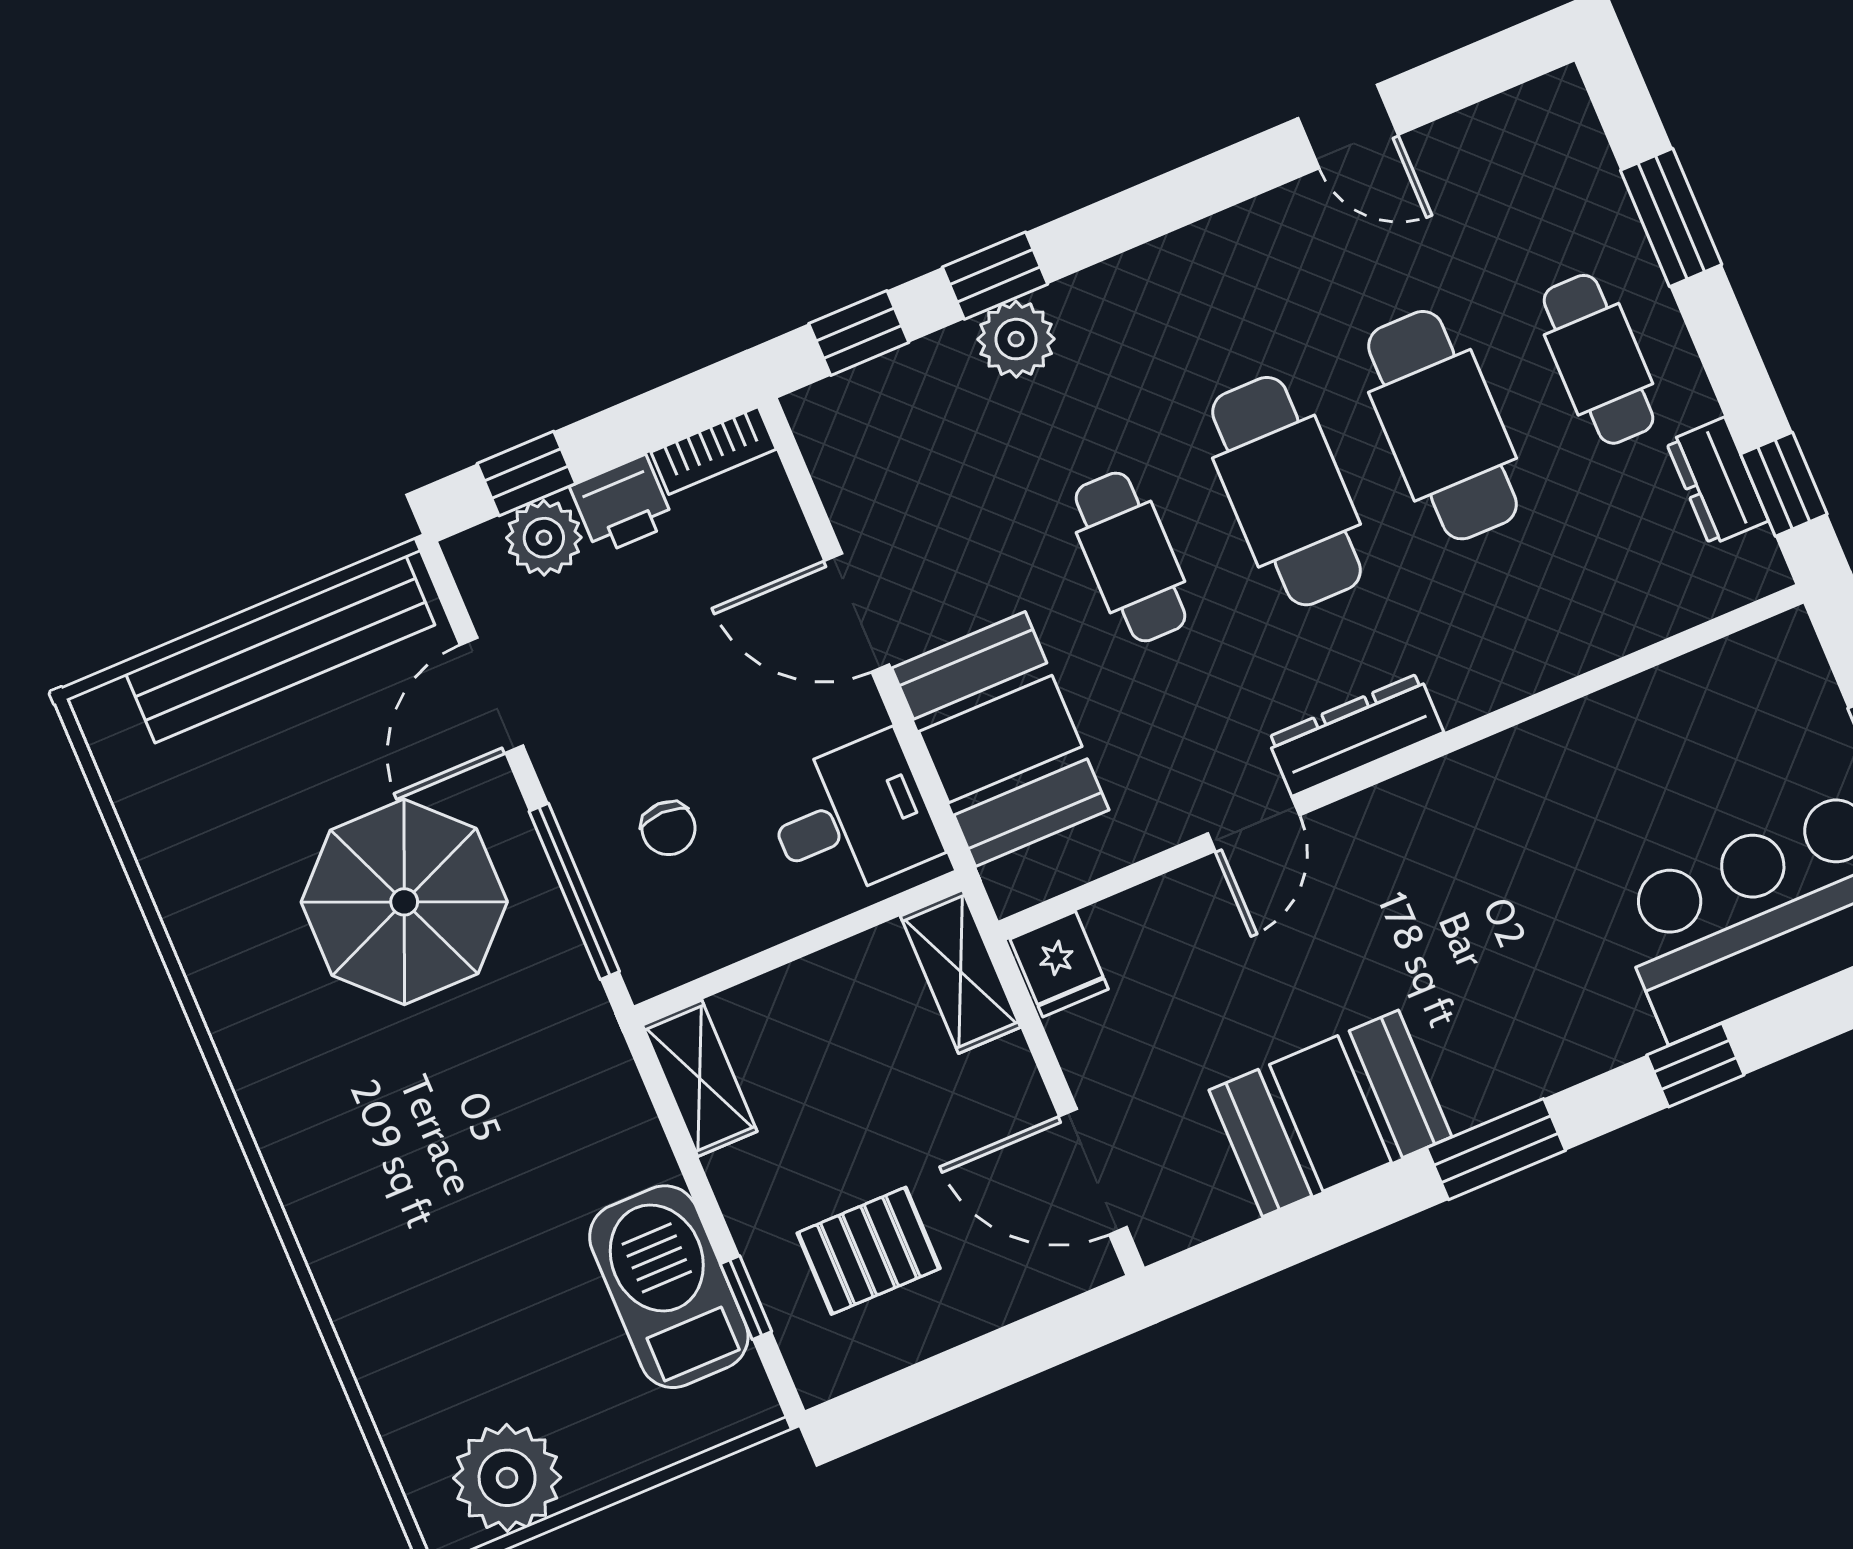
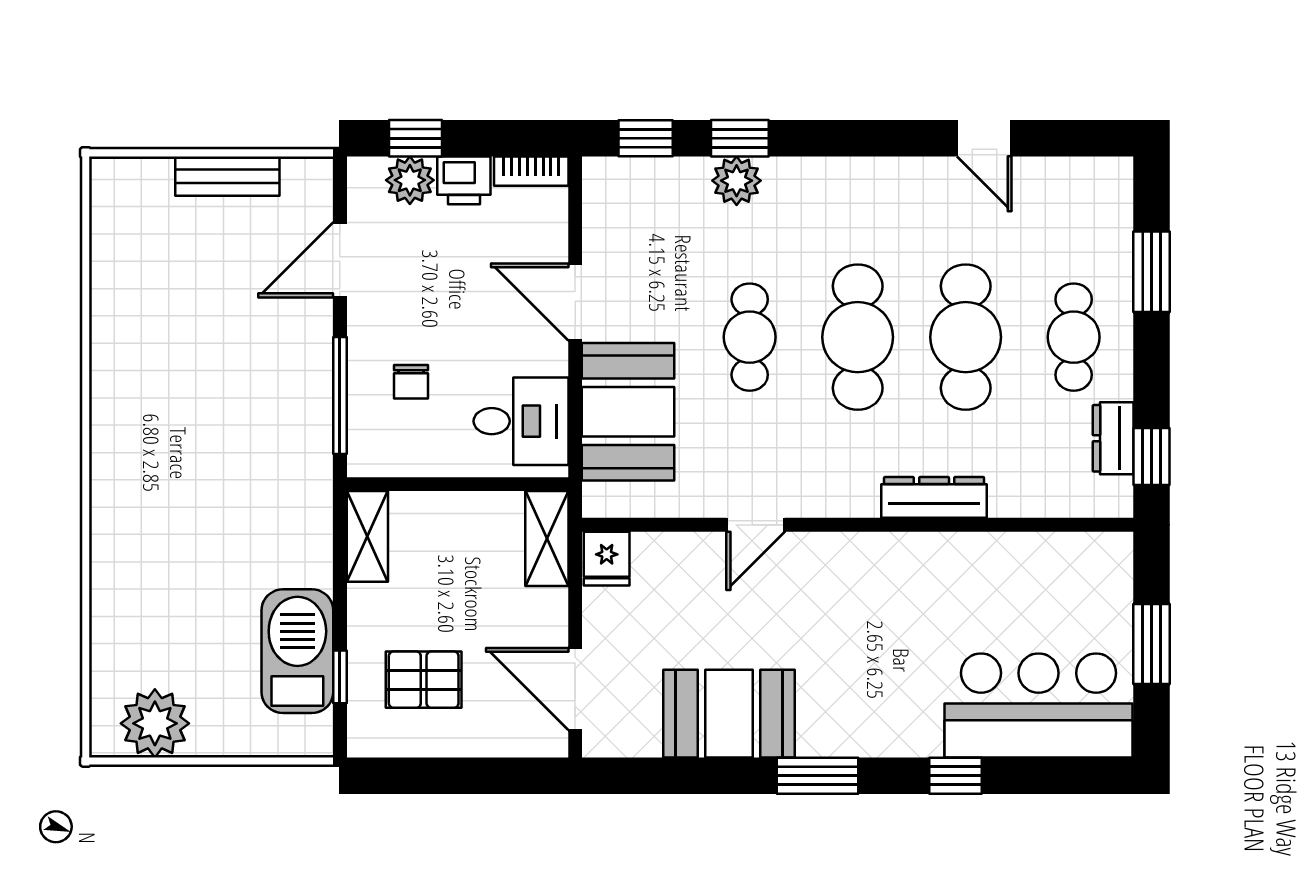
bench: (280, 649) -> (227, 176), width x0.54, depth x0.82
dresser: (1355, 735) -> (934, 497), moved
parasol: (404, 902) -> (237, 359), removed

